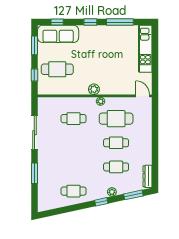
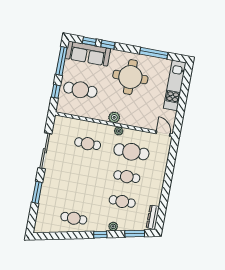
window: (90, 22) -> (108, 45), moved
window: (34, 45) -> (61, 61), width x1.44
round table: (102, 49) -> (130, 77), added

